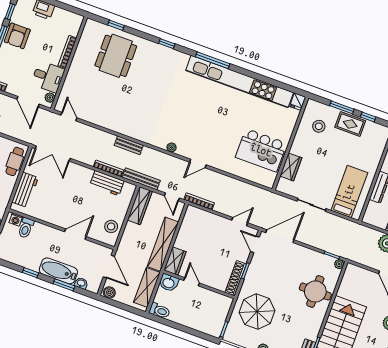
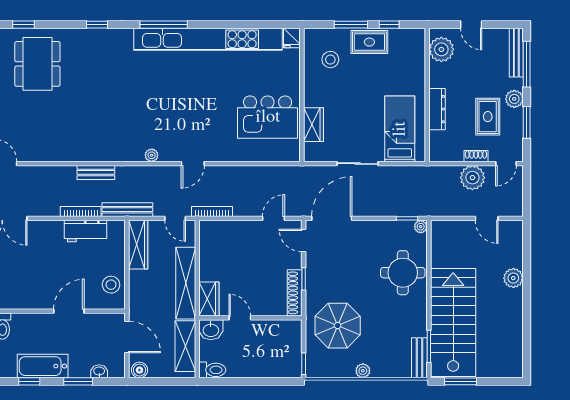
bathtub: (58, 271) -> (43, 366), moved

